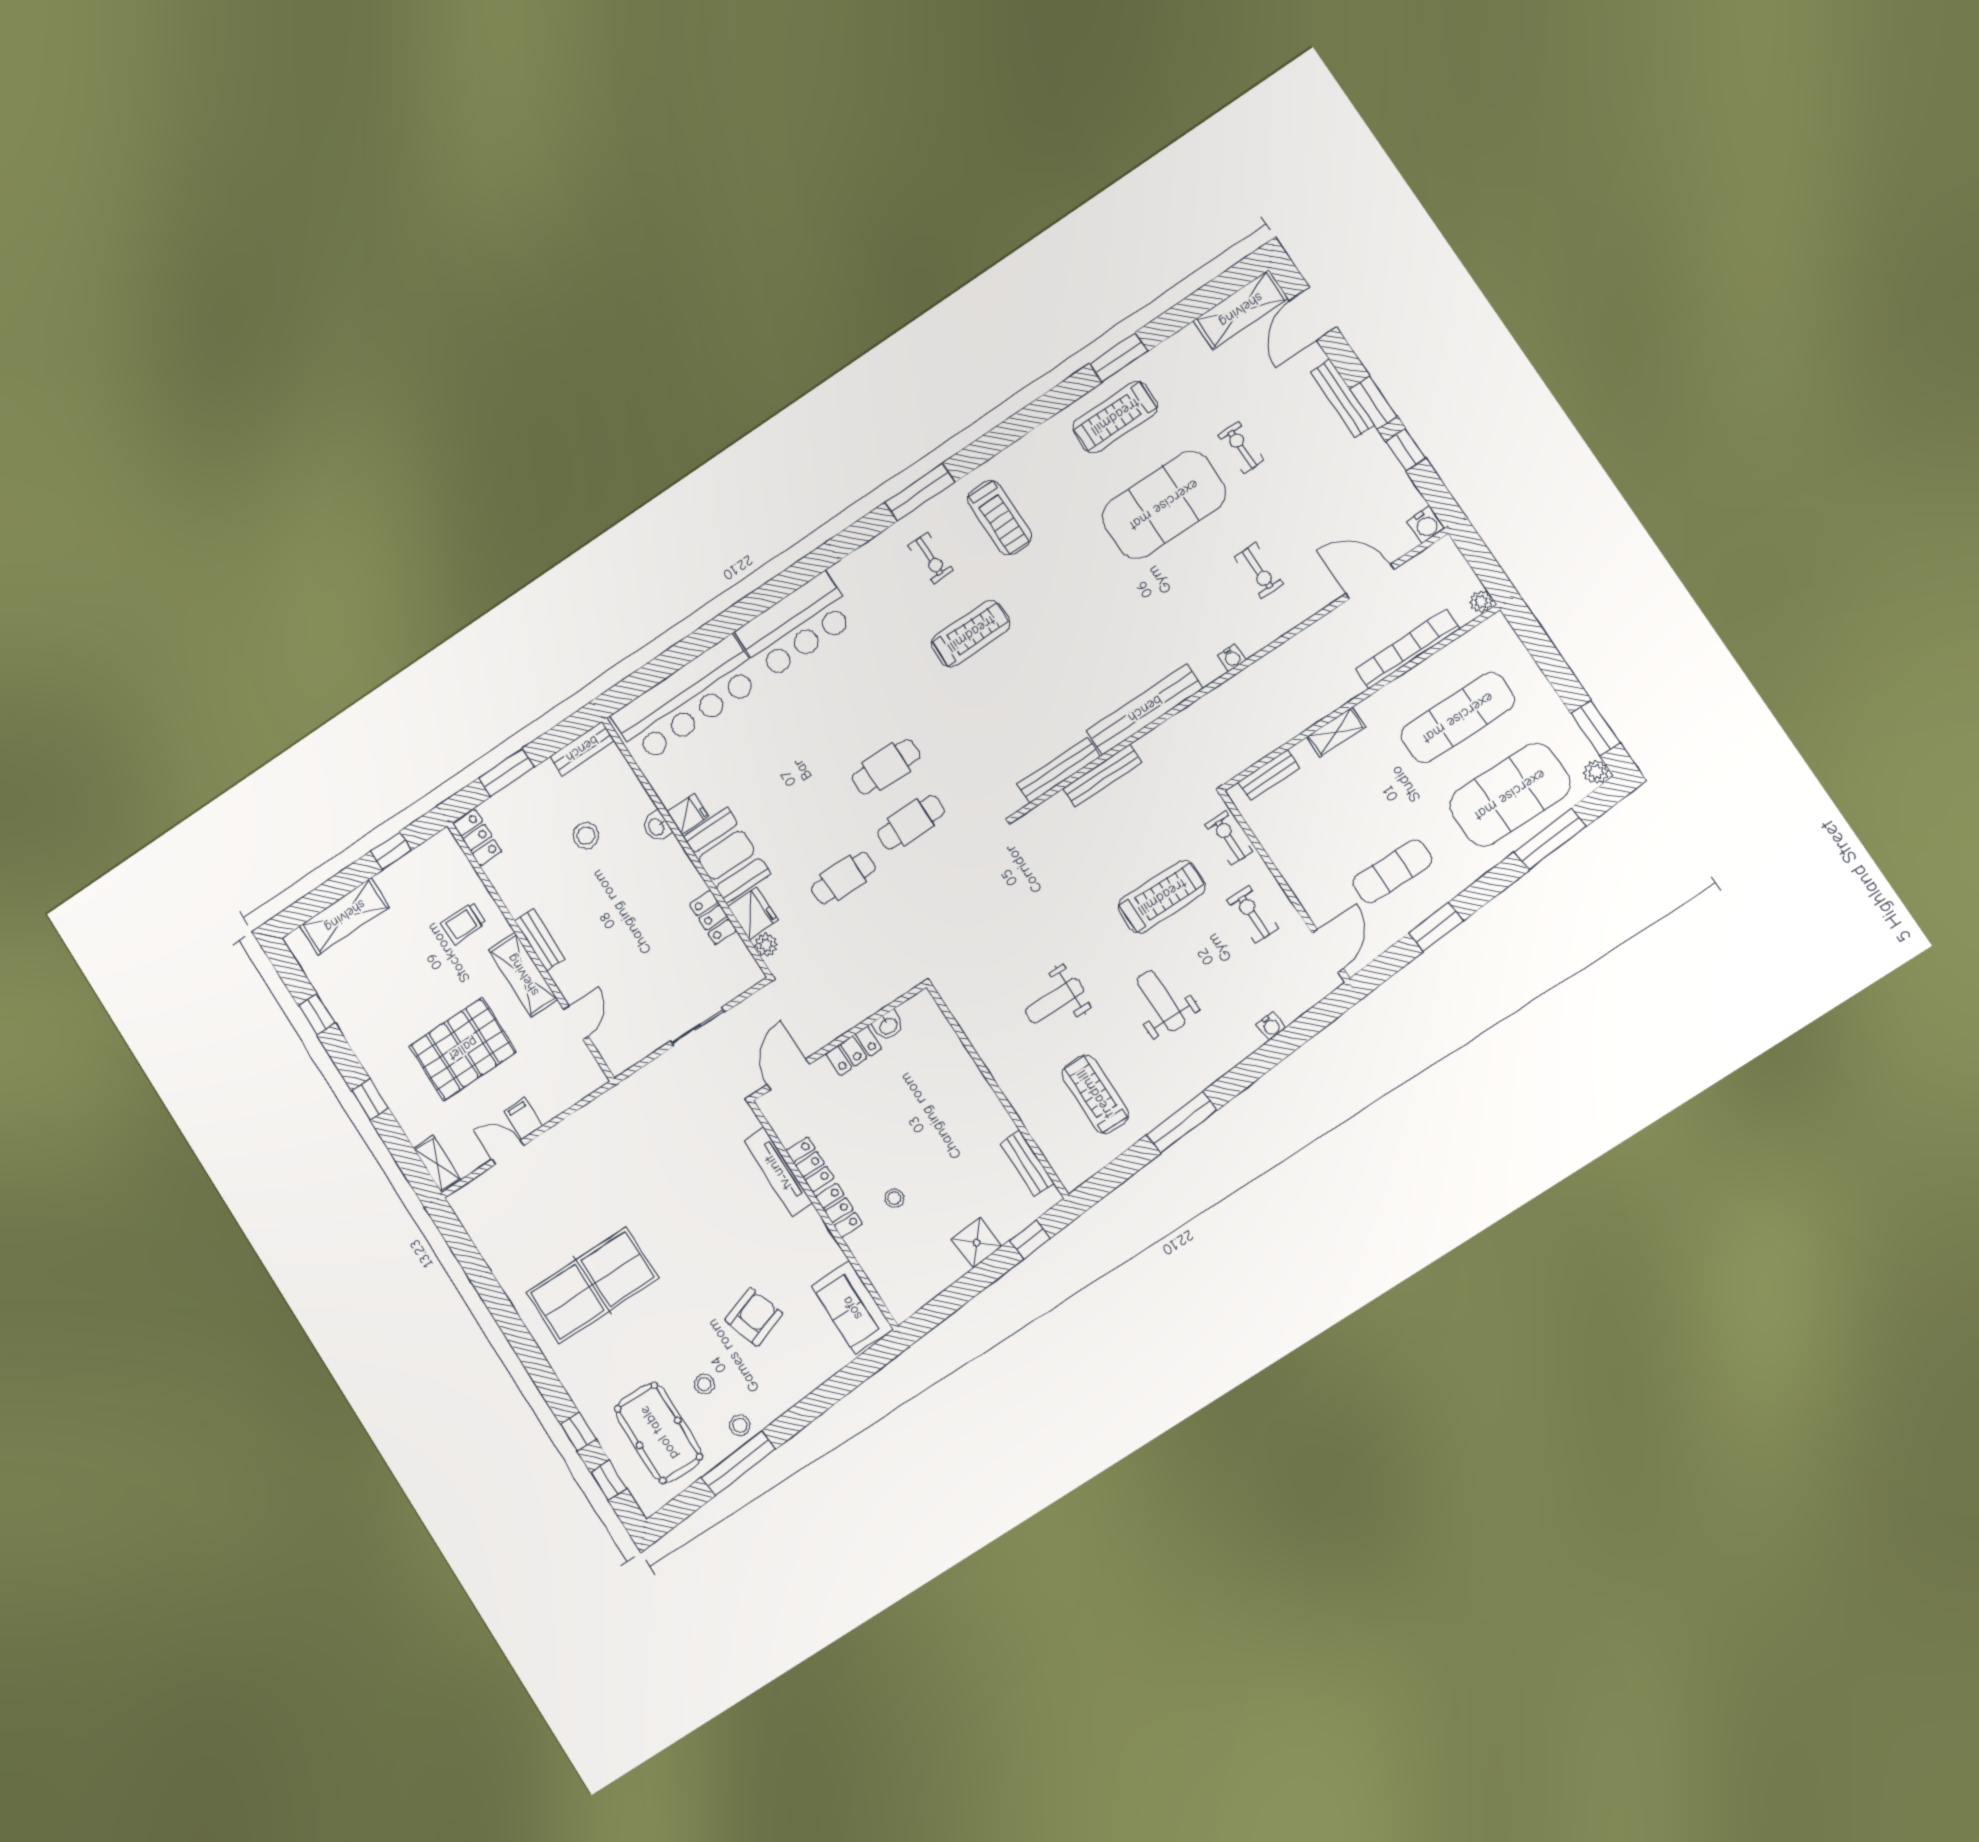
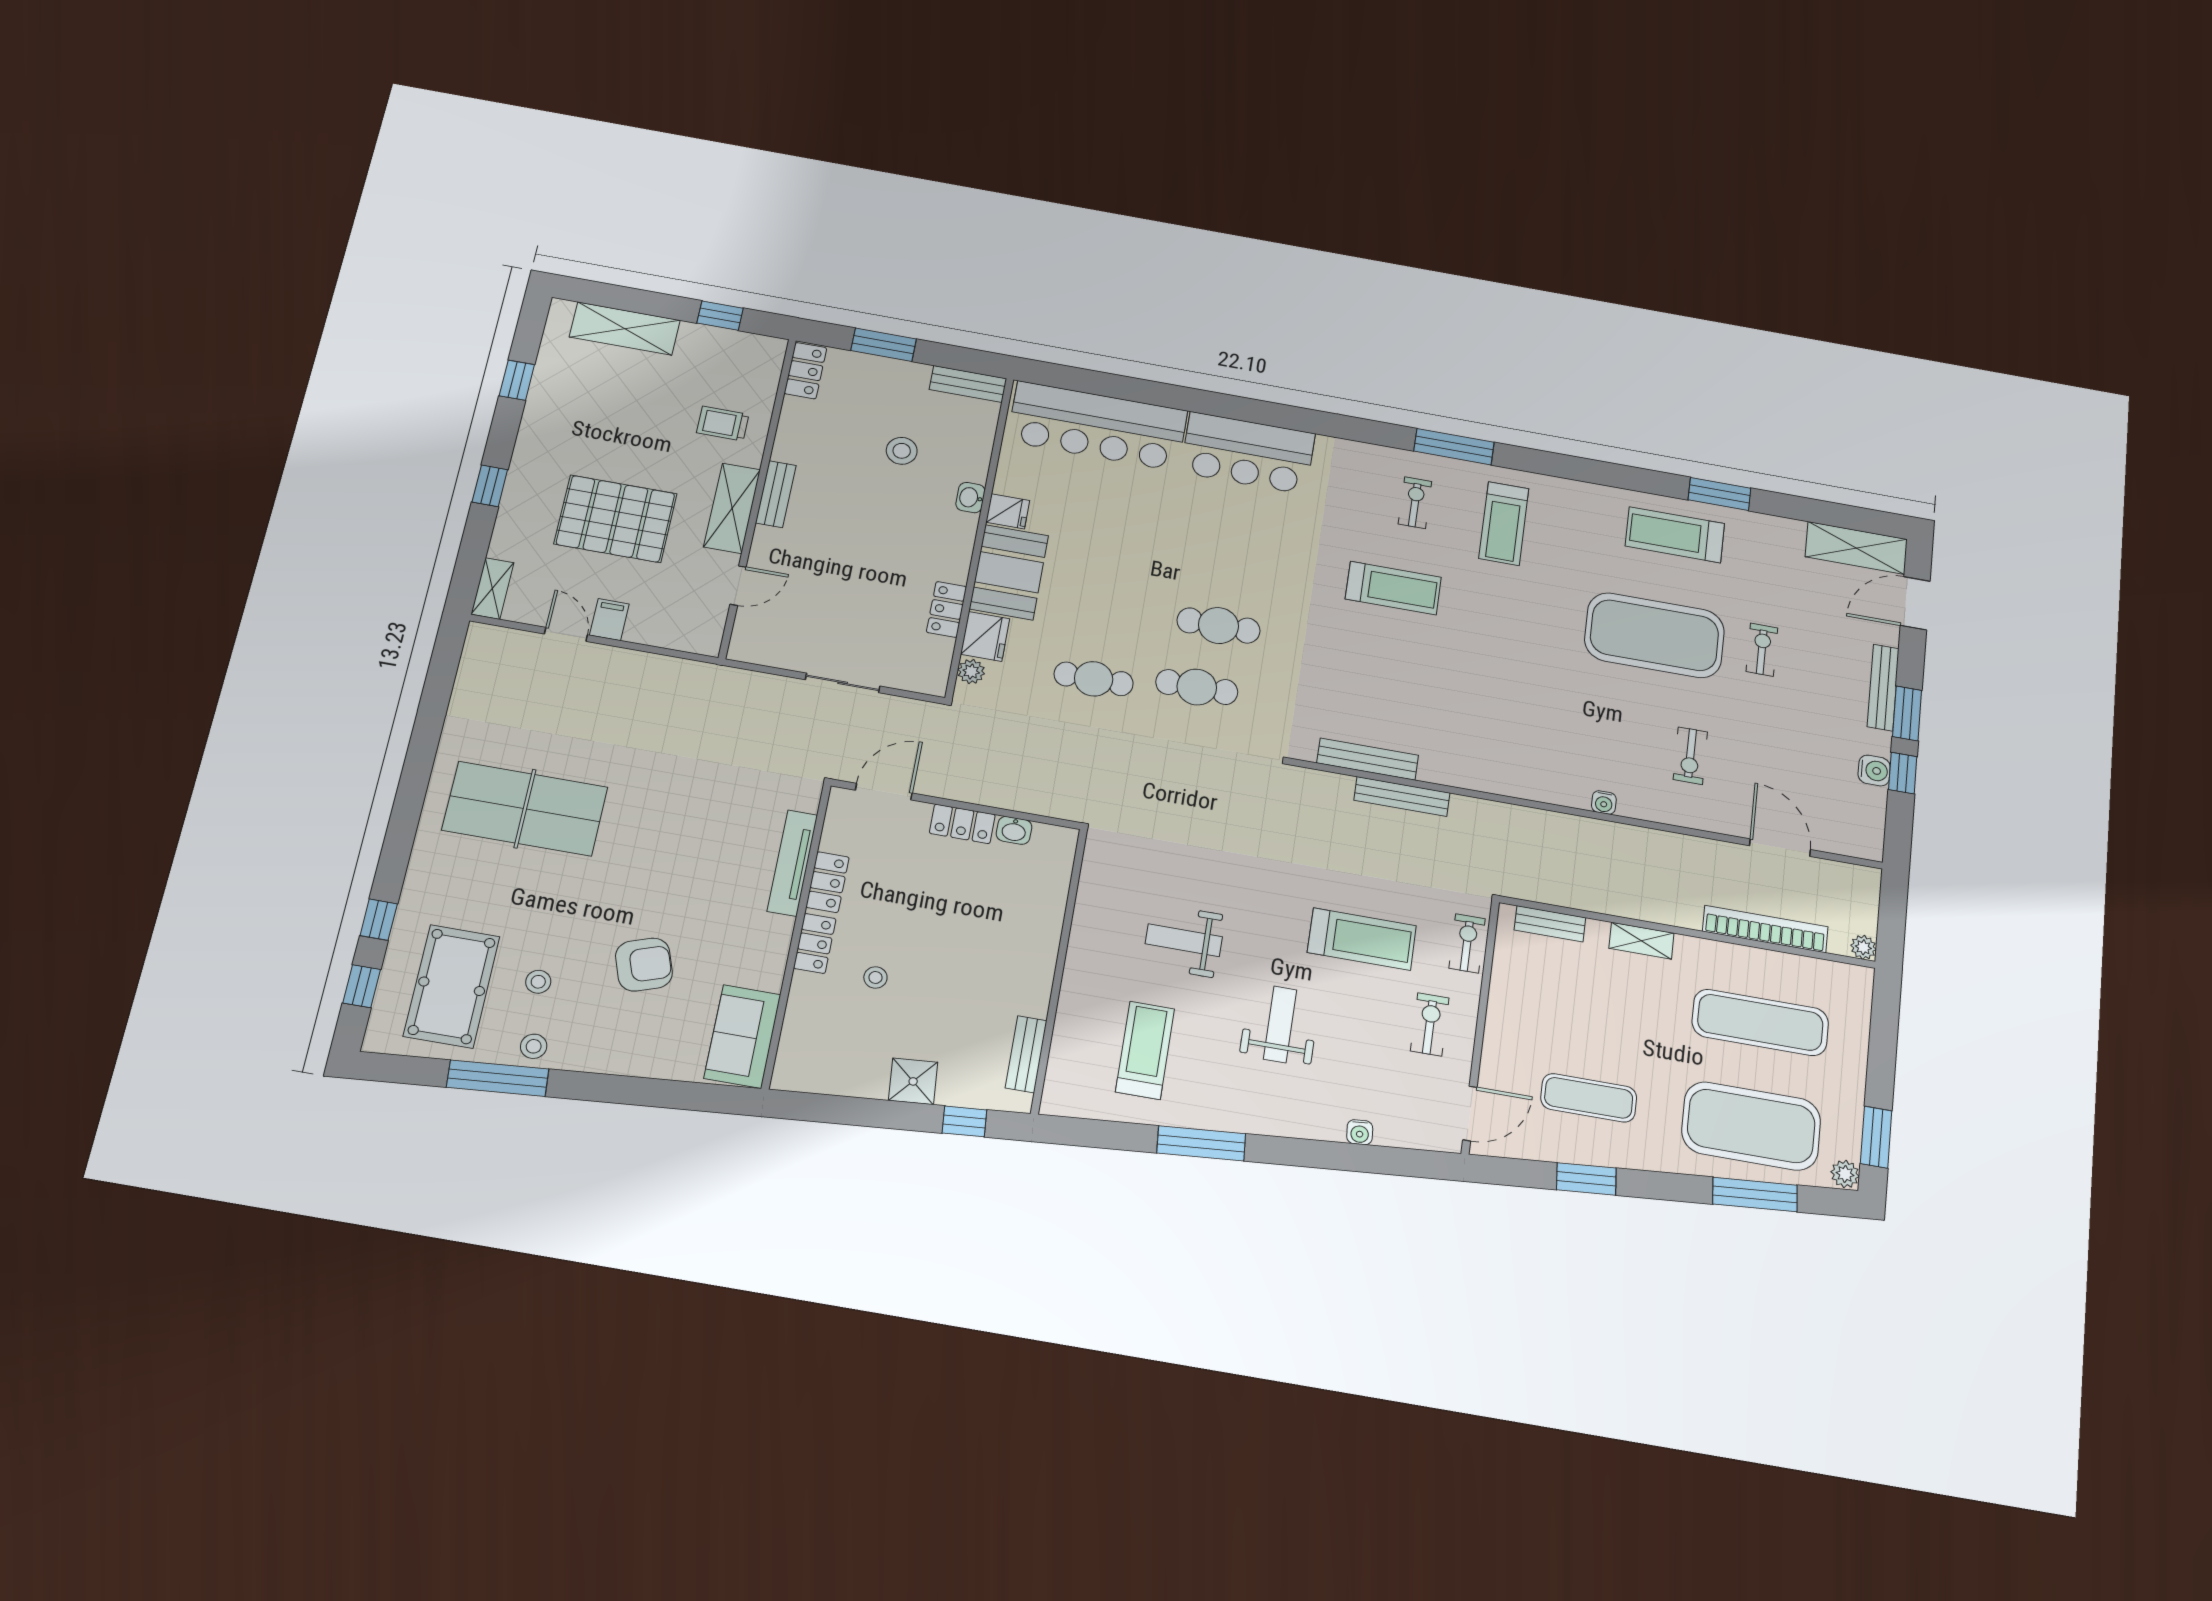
water cooler: (1426, 525) -> (1874, 771), moved, turned -90
exercise bike: (931, 558) -> (1415, 503), turned 180
bench: (1145, 709) -> (1489, 777), removed

